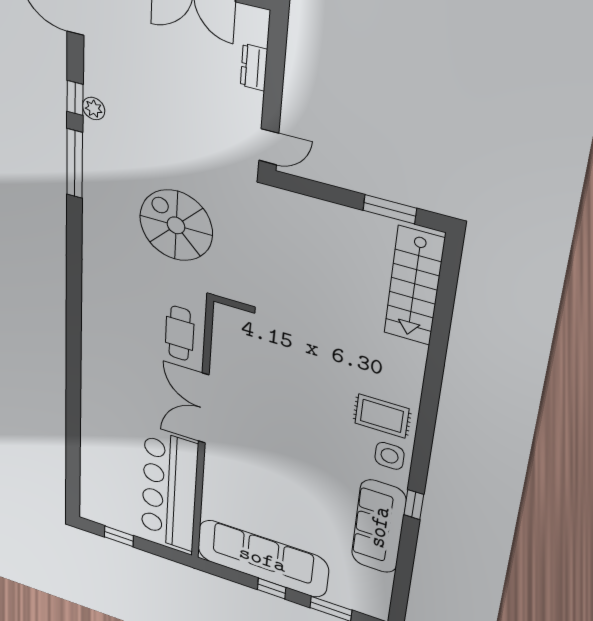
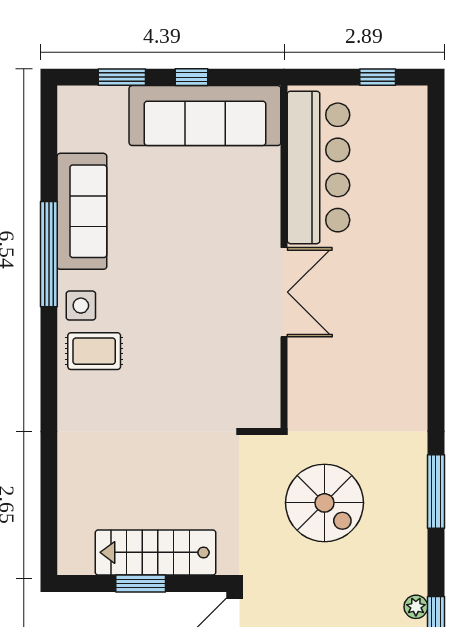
window: (75, 164) -> (436, 491), moved
window: (390, 209) -> (141, 583), moved
stairs: (414, 286) -> (156, 552), moved, turned -90
cafe table: (180, 333) -> (315, 377), removed
window: (414, 505) -> (49, 254), width x3.17

